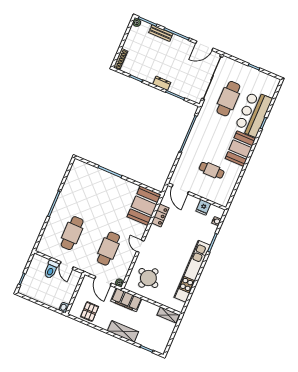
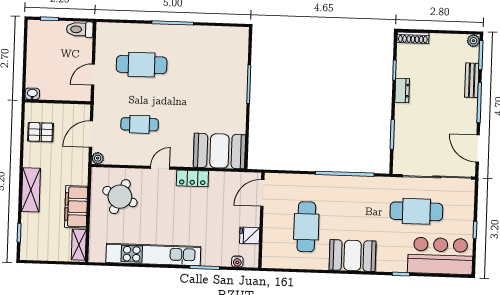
dresser: (162, 83) -> (402, 90), moved
bar counter: (253, 114) -> (440, 256), moved
cafe table: (212, 170) -> (306, 227), width x1.37, depth x1.35
locker: (160, 215) -> (192, 178), moved
cafe table: (108, 249) -> (140, 124), width x0.73, depth x0.74
toilet: (51, 269) -> (80, 29), moved
filing cabinet: (126, 300) -> (76, 207), moved

